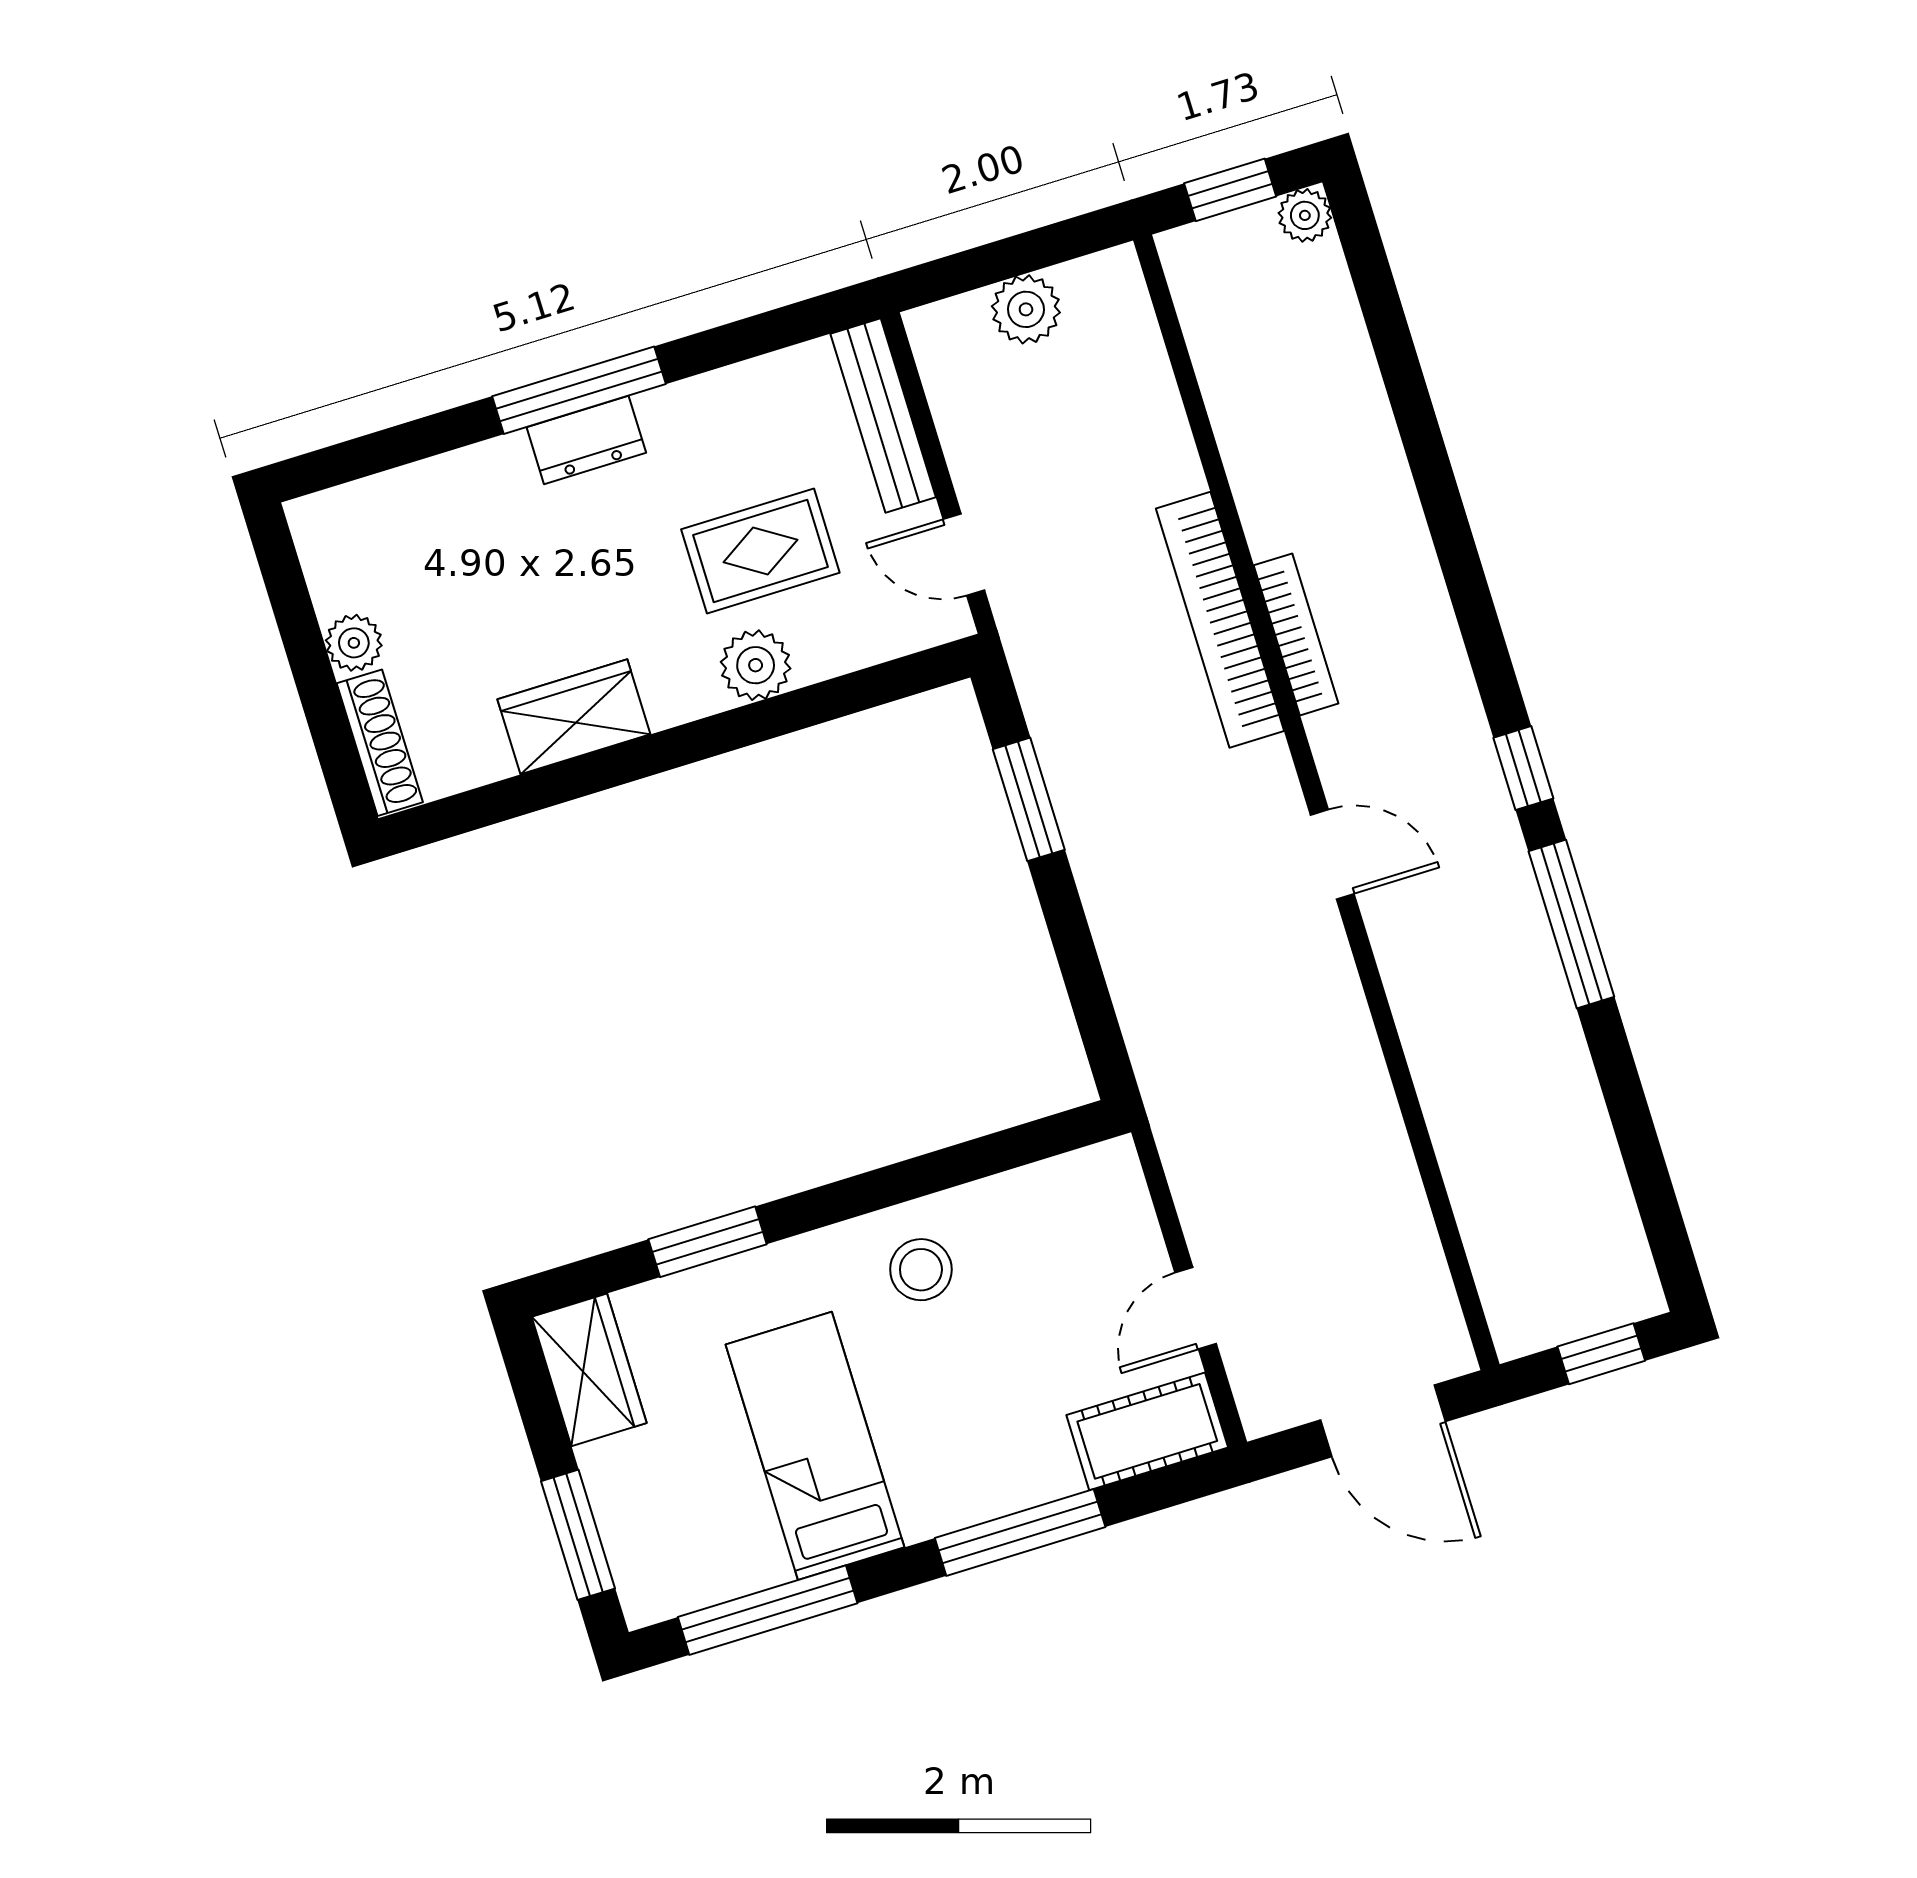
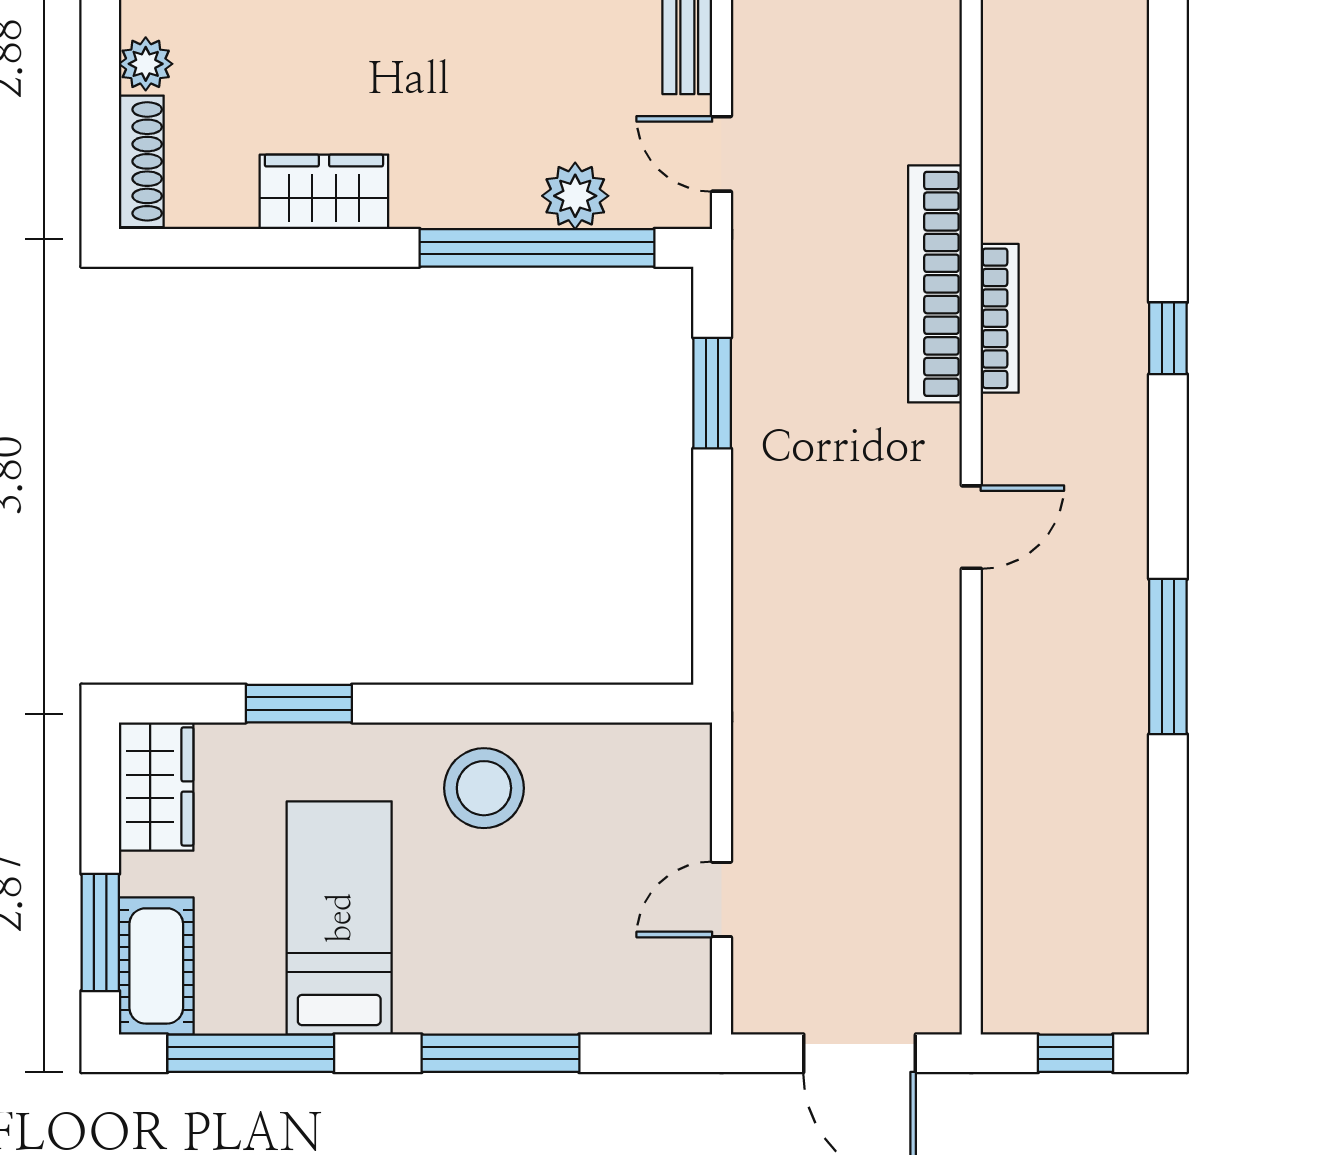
rug: (760, 551) -> (539, 94), removed
plant: (756, 665) -> (575, 196), moved
window: (807, 707) -> (537, 248), added
window: (1523, 768) -> (1168, 338), moved
door: (1332, 854) -> (971, 527), hinge flipped
stool: (921, 1270) -> (484, 788), width x1.38, depth x1.38
cot: (1147, 1431) -> (156, 966), moved, turned 90

